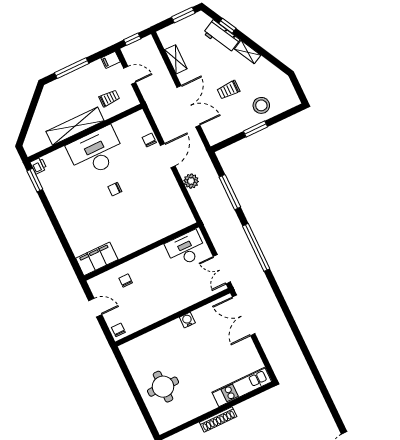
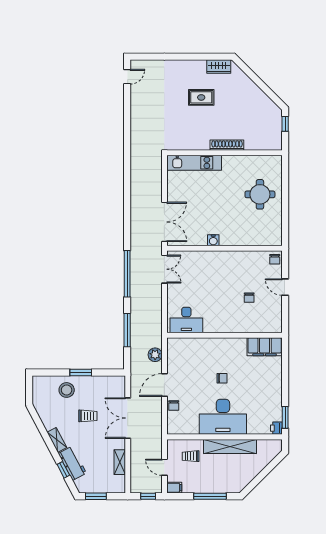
desk: (186, 249) -> (186, 320), moved
wall: (141, 251) -> (224, 335), moved
filing cabinet: (97, 259) -> (265, 347), moved

